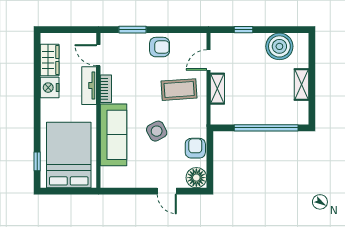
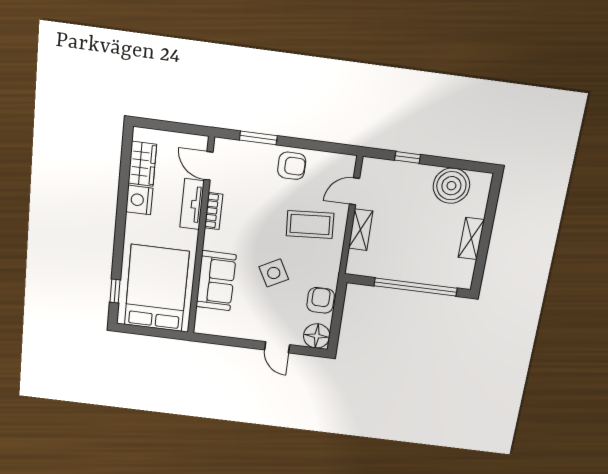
sofa: (113, 135) -> (216, 281), width x0.73

